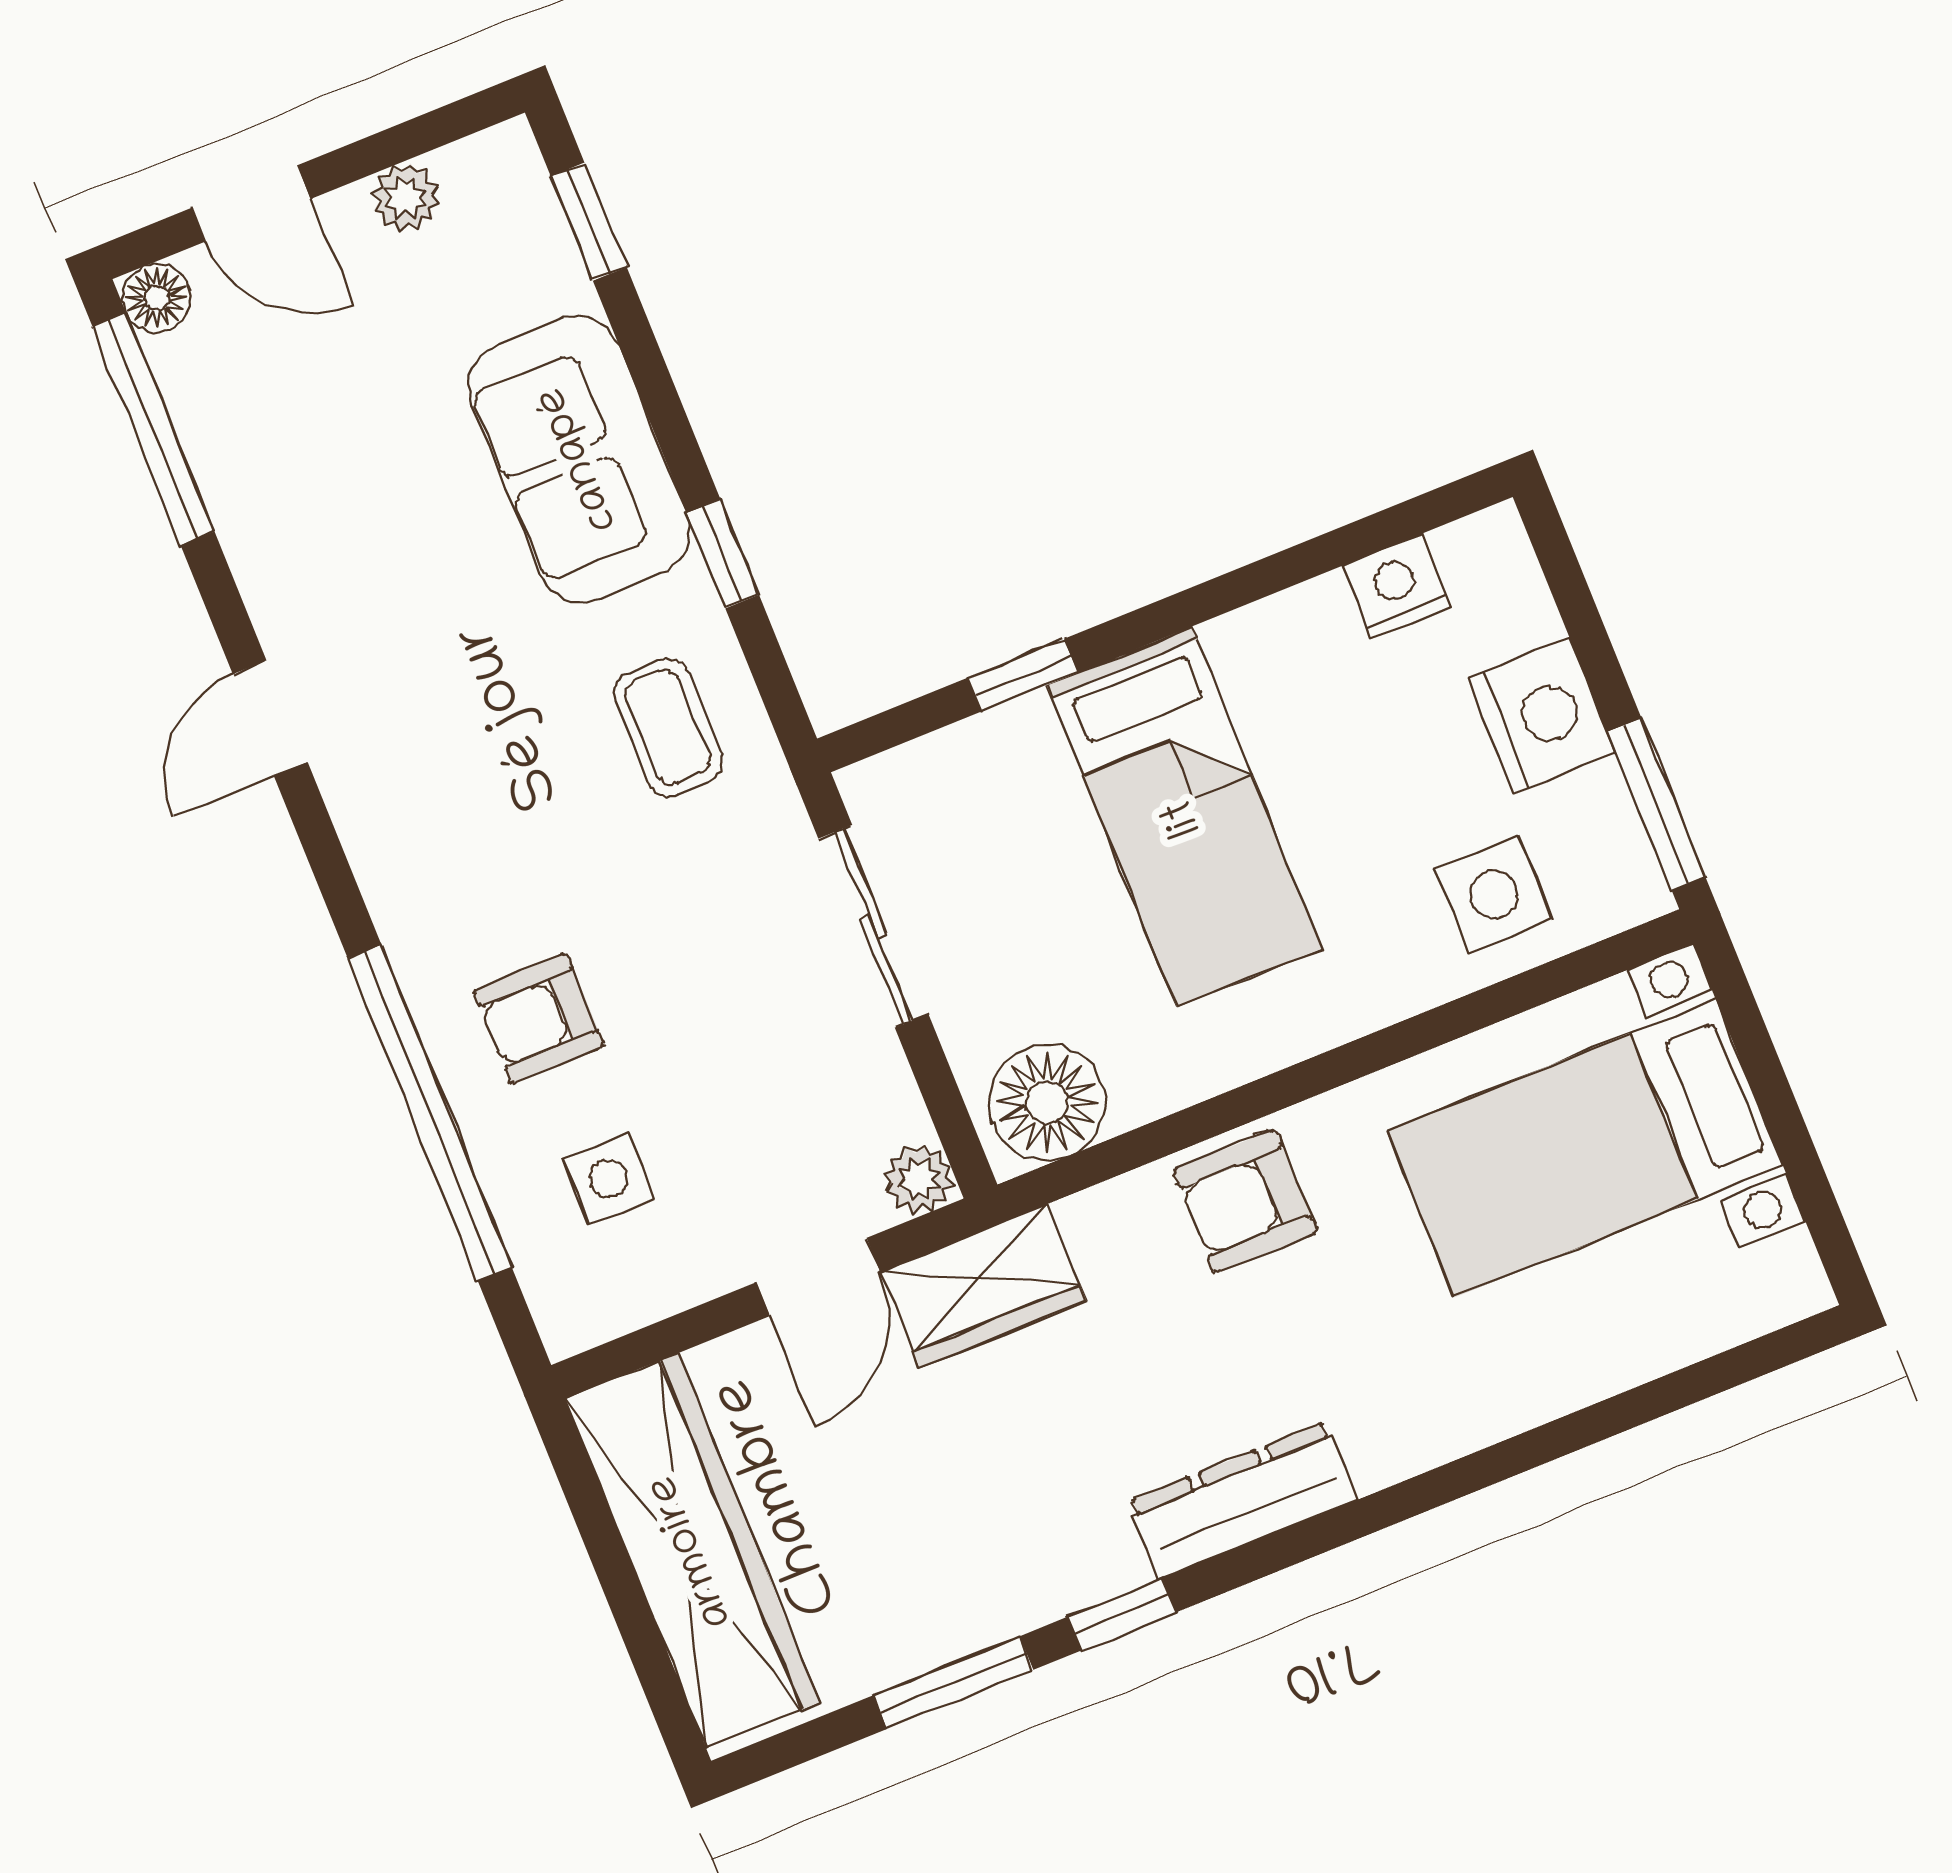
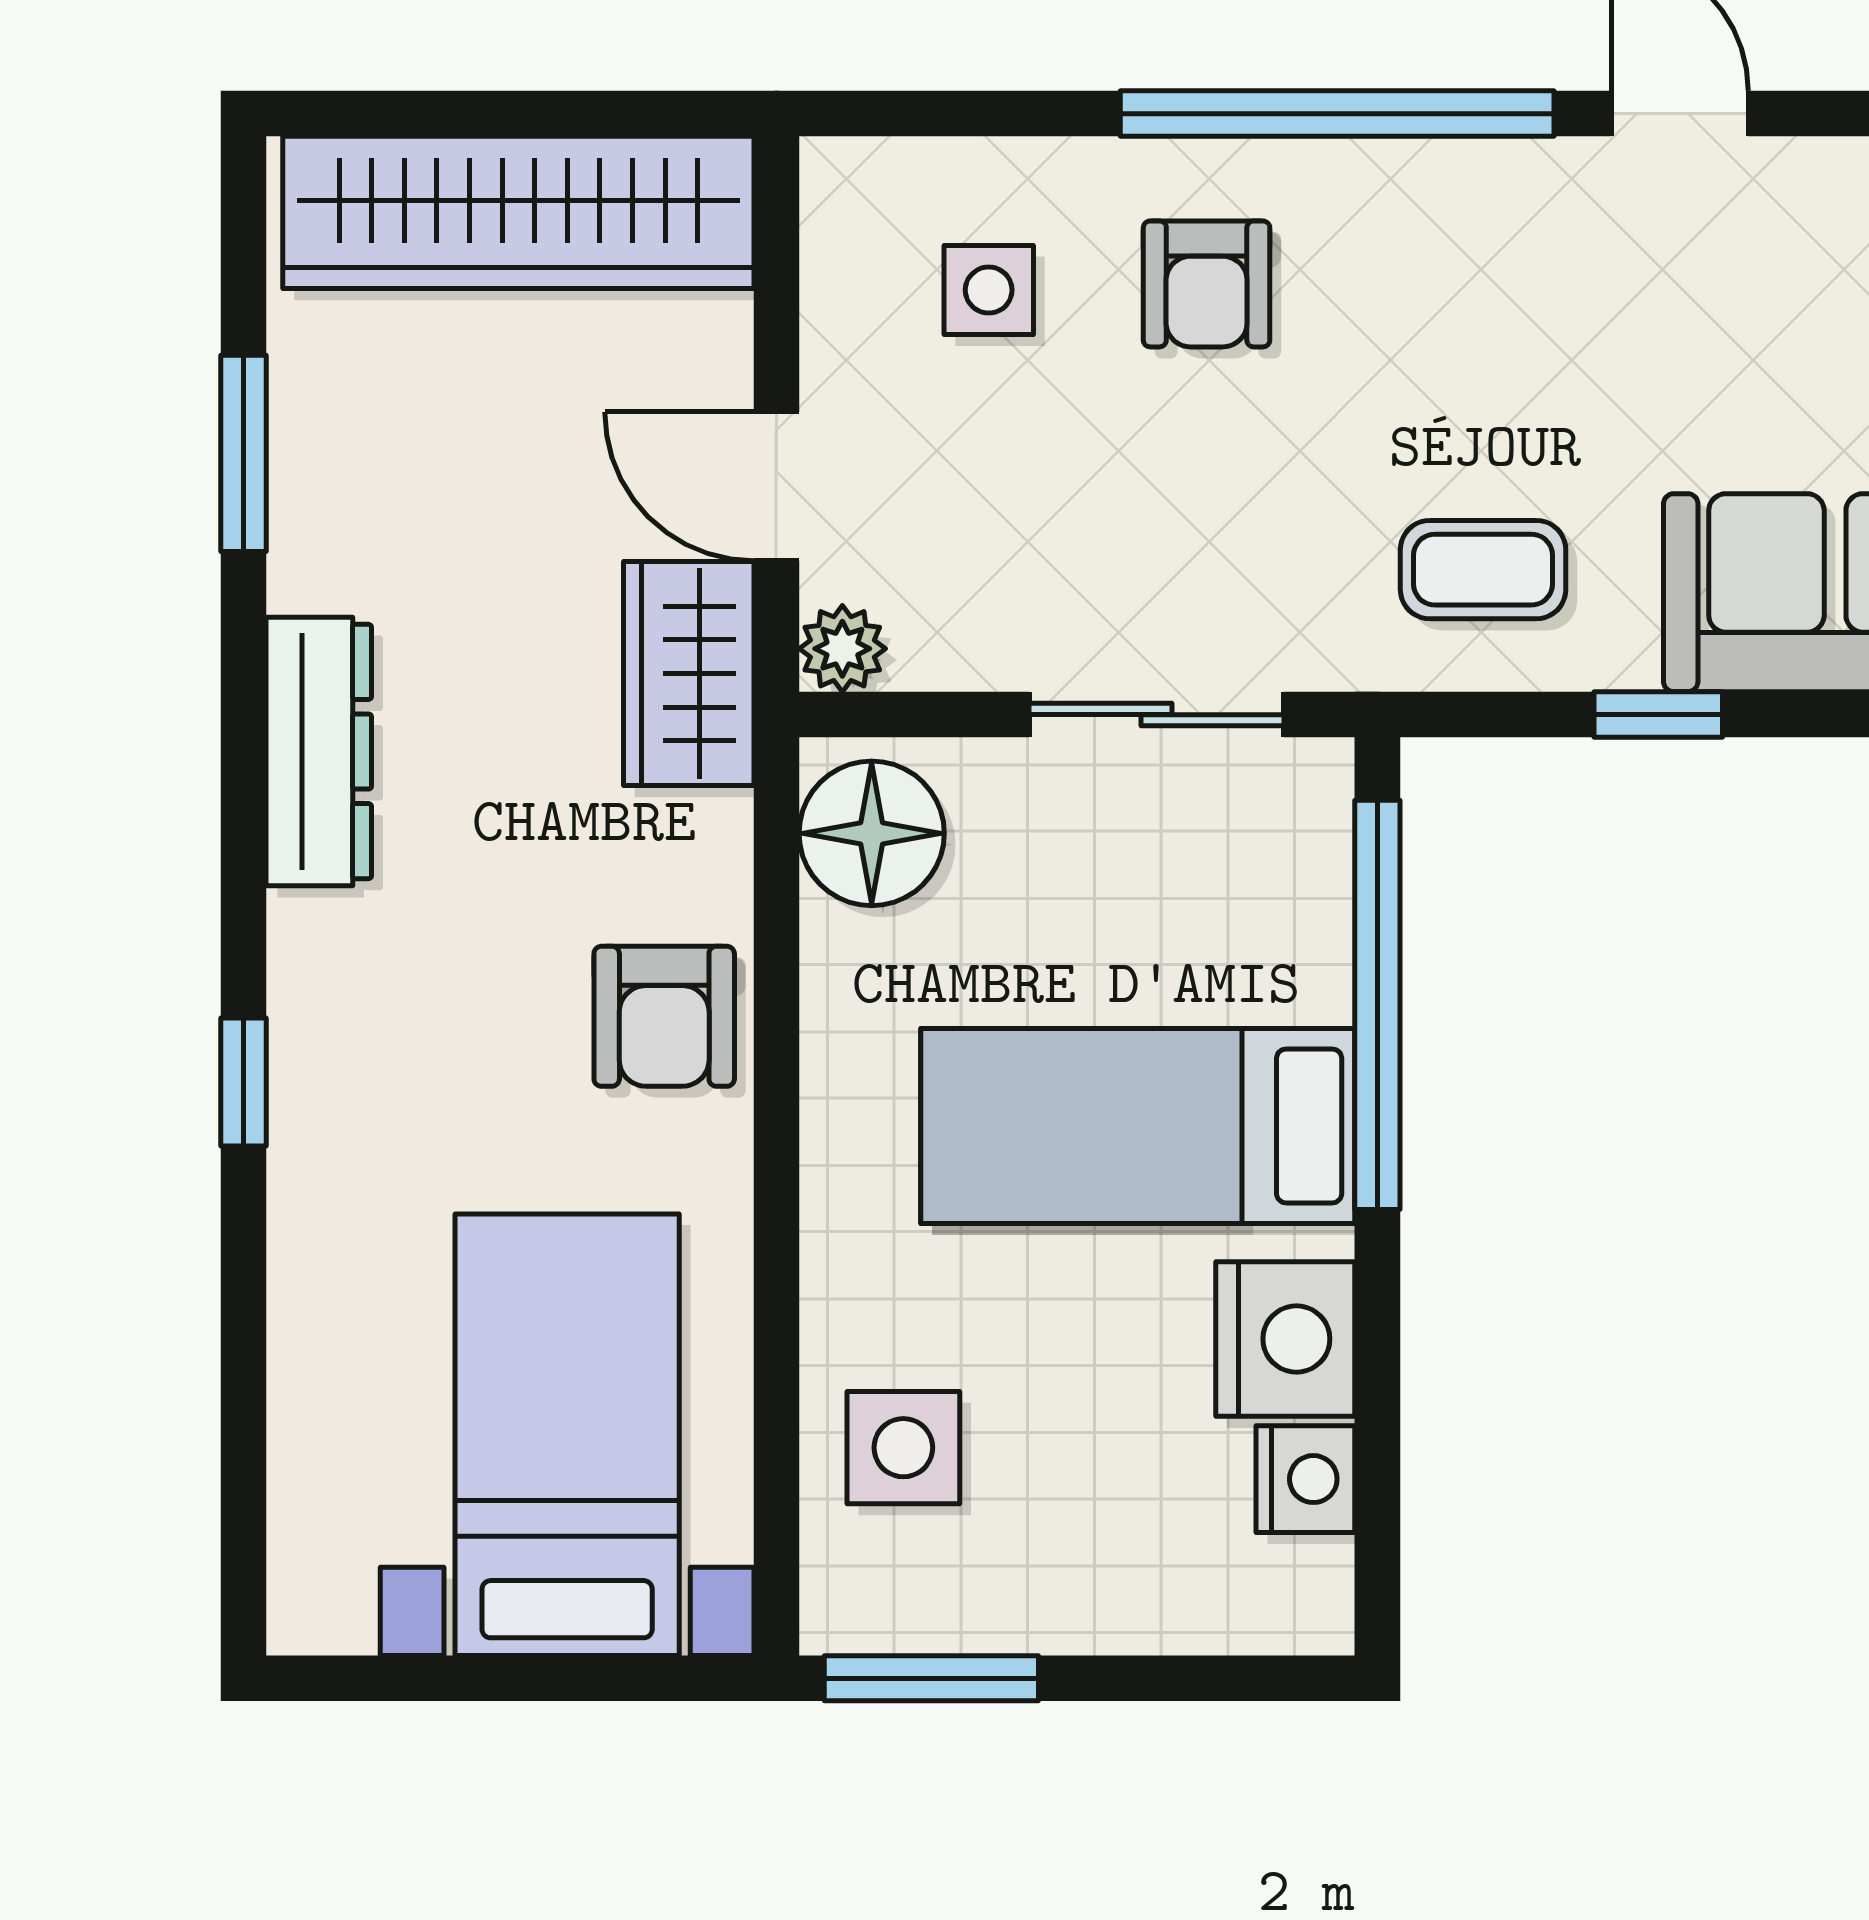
window: (1023, 675) -> (1377, 1005), width x3.17
nightstand: (1541, 716) -> (1285, 1339), moved, turned -90
armchair: (539, 1018) -> (1207, 284), turned 180
window: (430, 1113) -> (1337, 114), moved
armchair: (1245, 1201) -> (664, 1016), turned 180
dresser: (1243, 1501) -> (319, 752), moved
window: (1122, 1615) -> (244, 1082), moved

